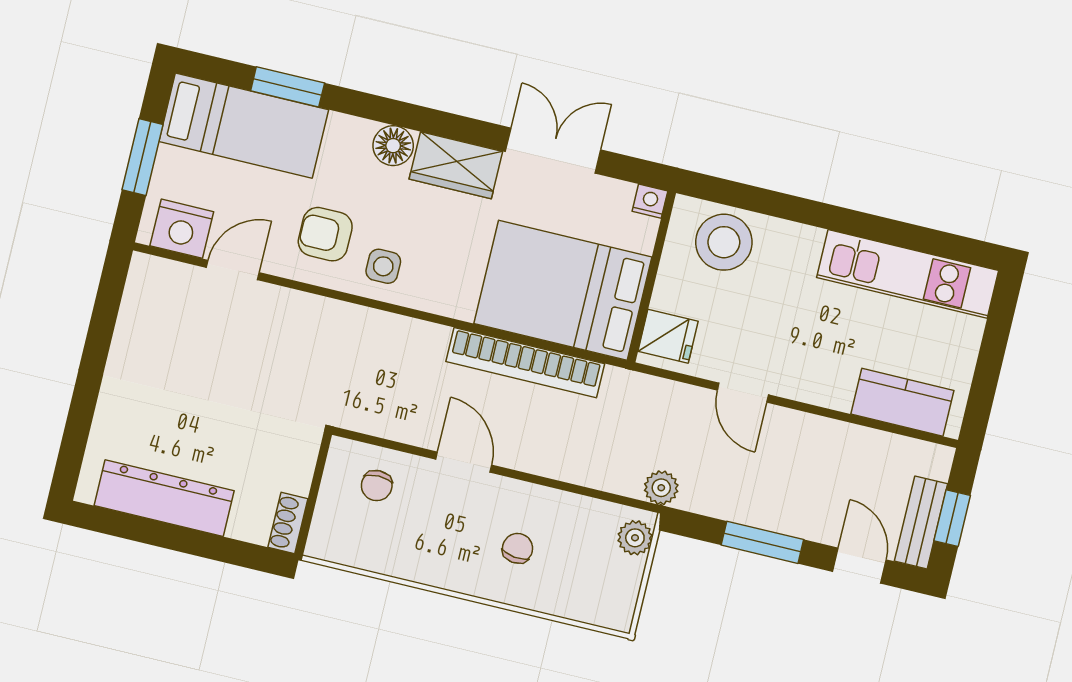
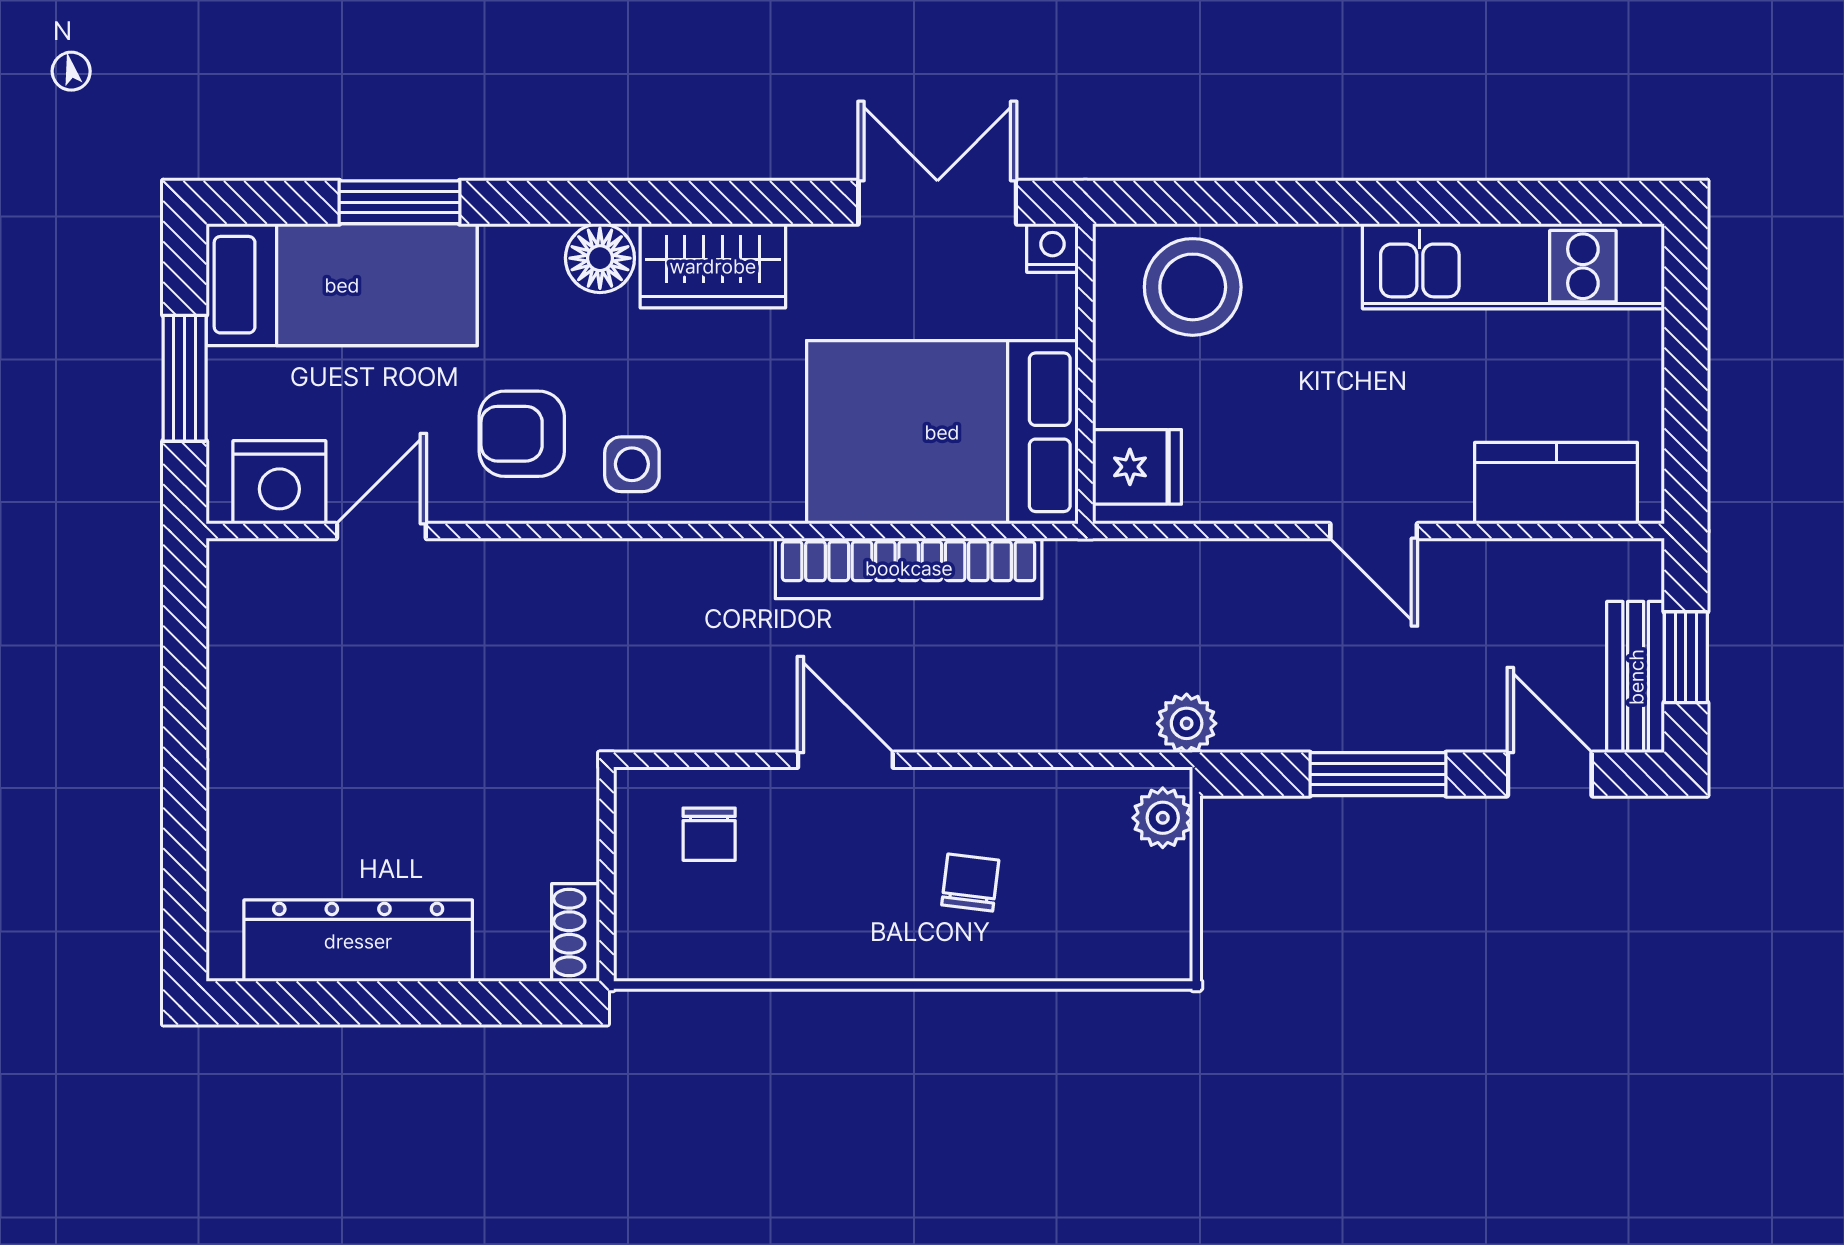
double door: (553, 151) -> (937, 202), moved
door: (743, 393) -> (1374, 531), moved

